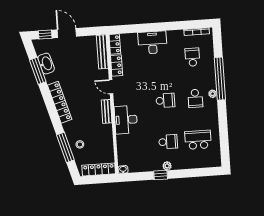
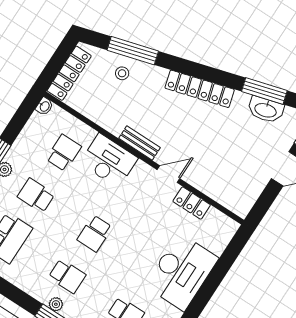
desk: (152, 43) -> (181, 272), width x1.36, depth x1.30
locker: (115, 44) -> (222, 222), removed
bench: (102, 52) -> (224, 198), removed
school desk: (195, 98) -> (67, 276), turned 180
school desk: (168, 142) -> (36, 195), turned 90
school desk: (138, 144) -> (64, 153), added

